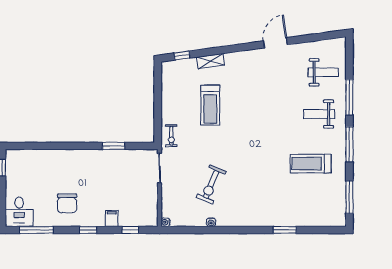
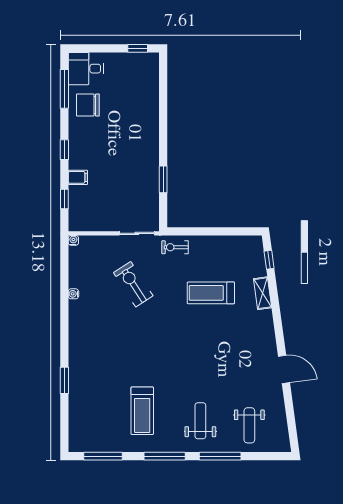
treadmill: (311, 164) -> (142, 411), turned 180
exercise bike: (211, 184) -> (133, 284), moved, turned 34
chair: (67, 203) -> (88, 105), moved

